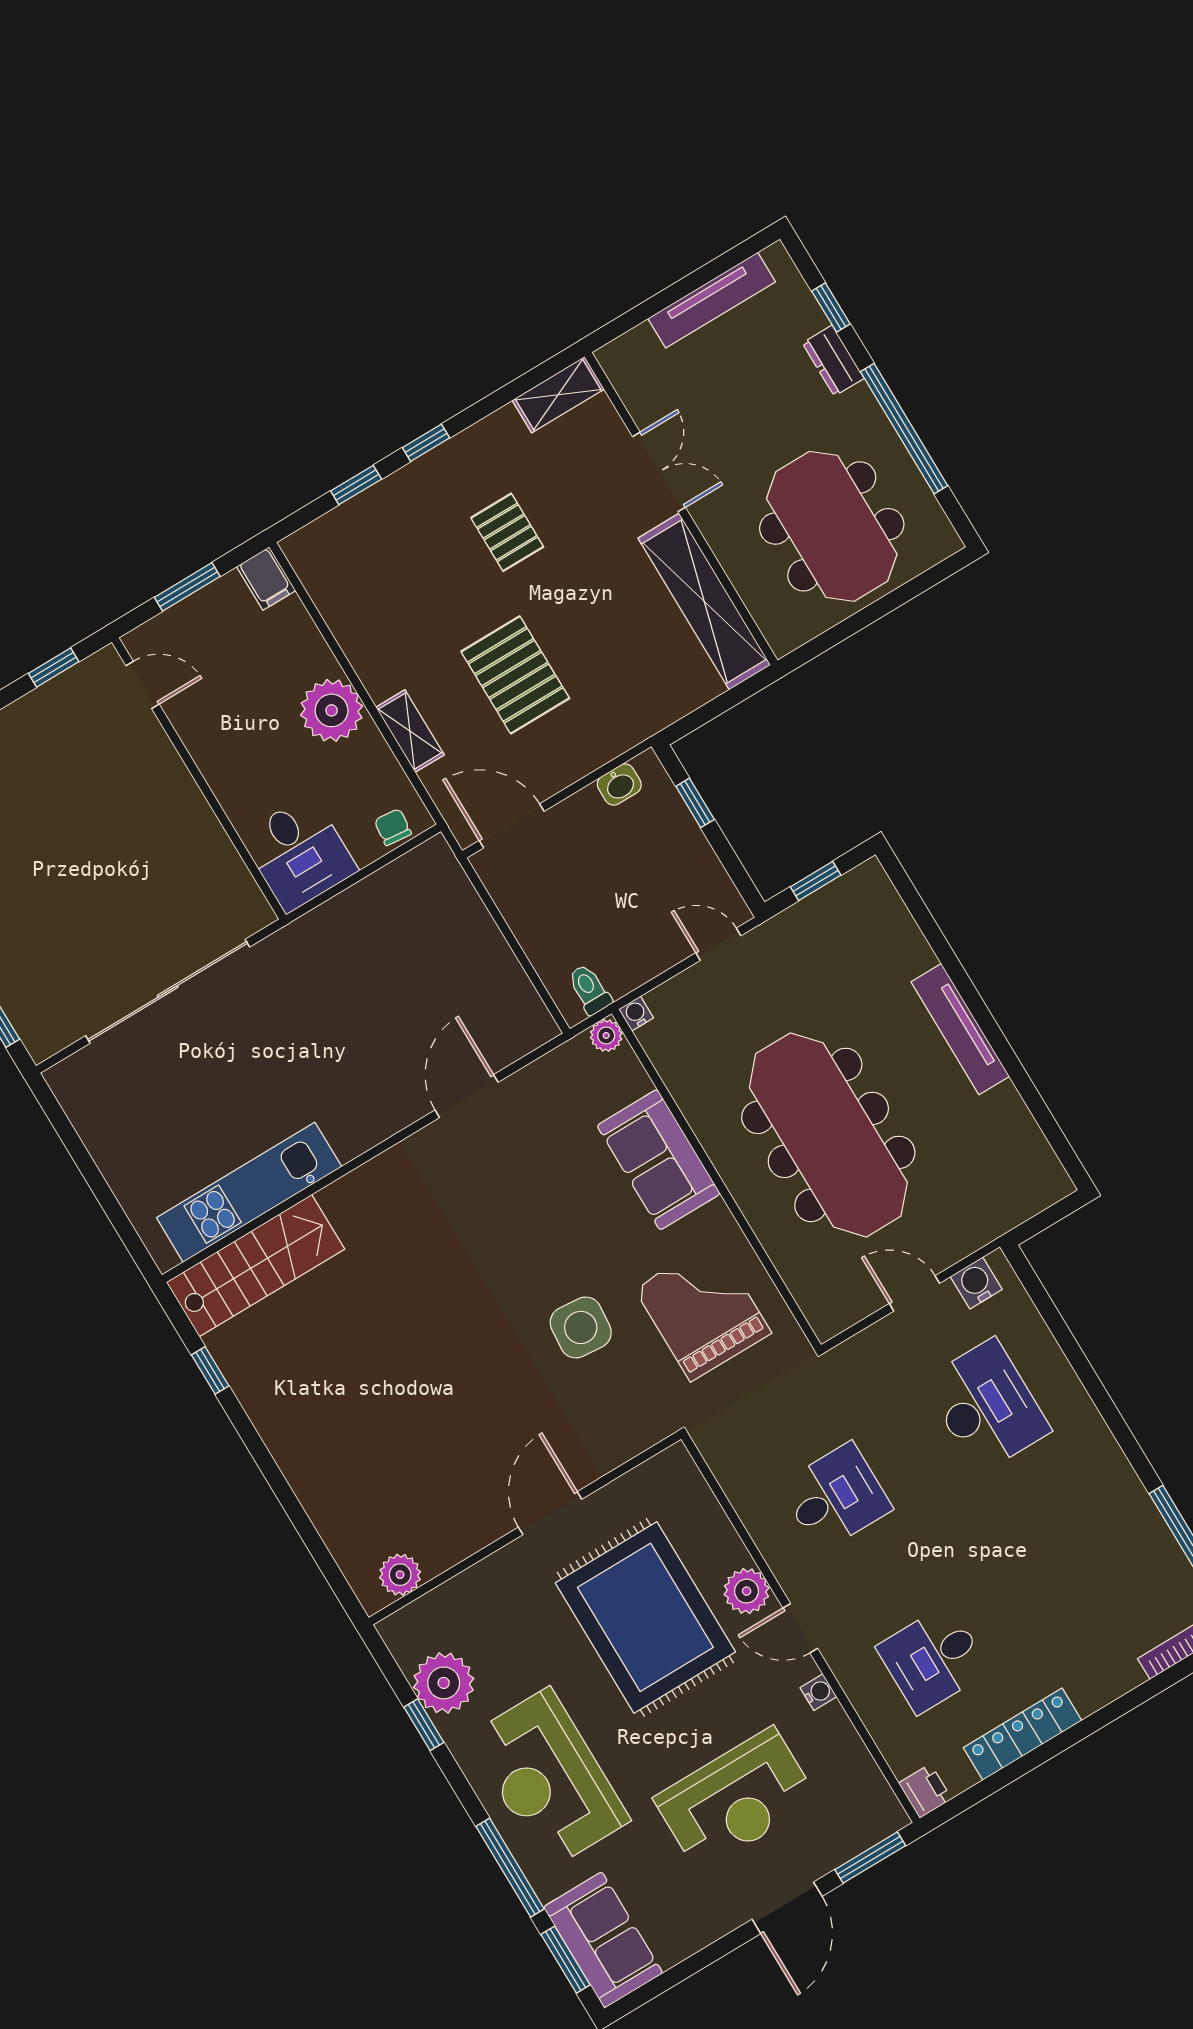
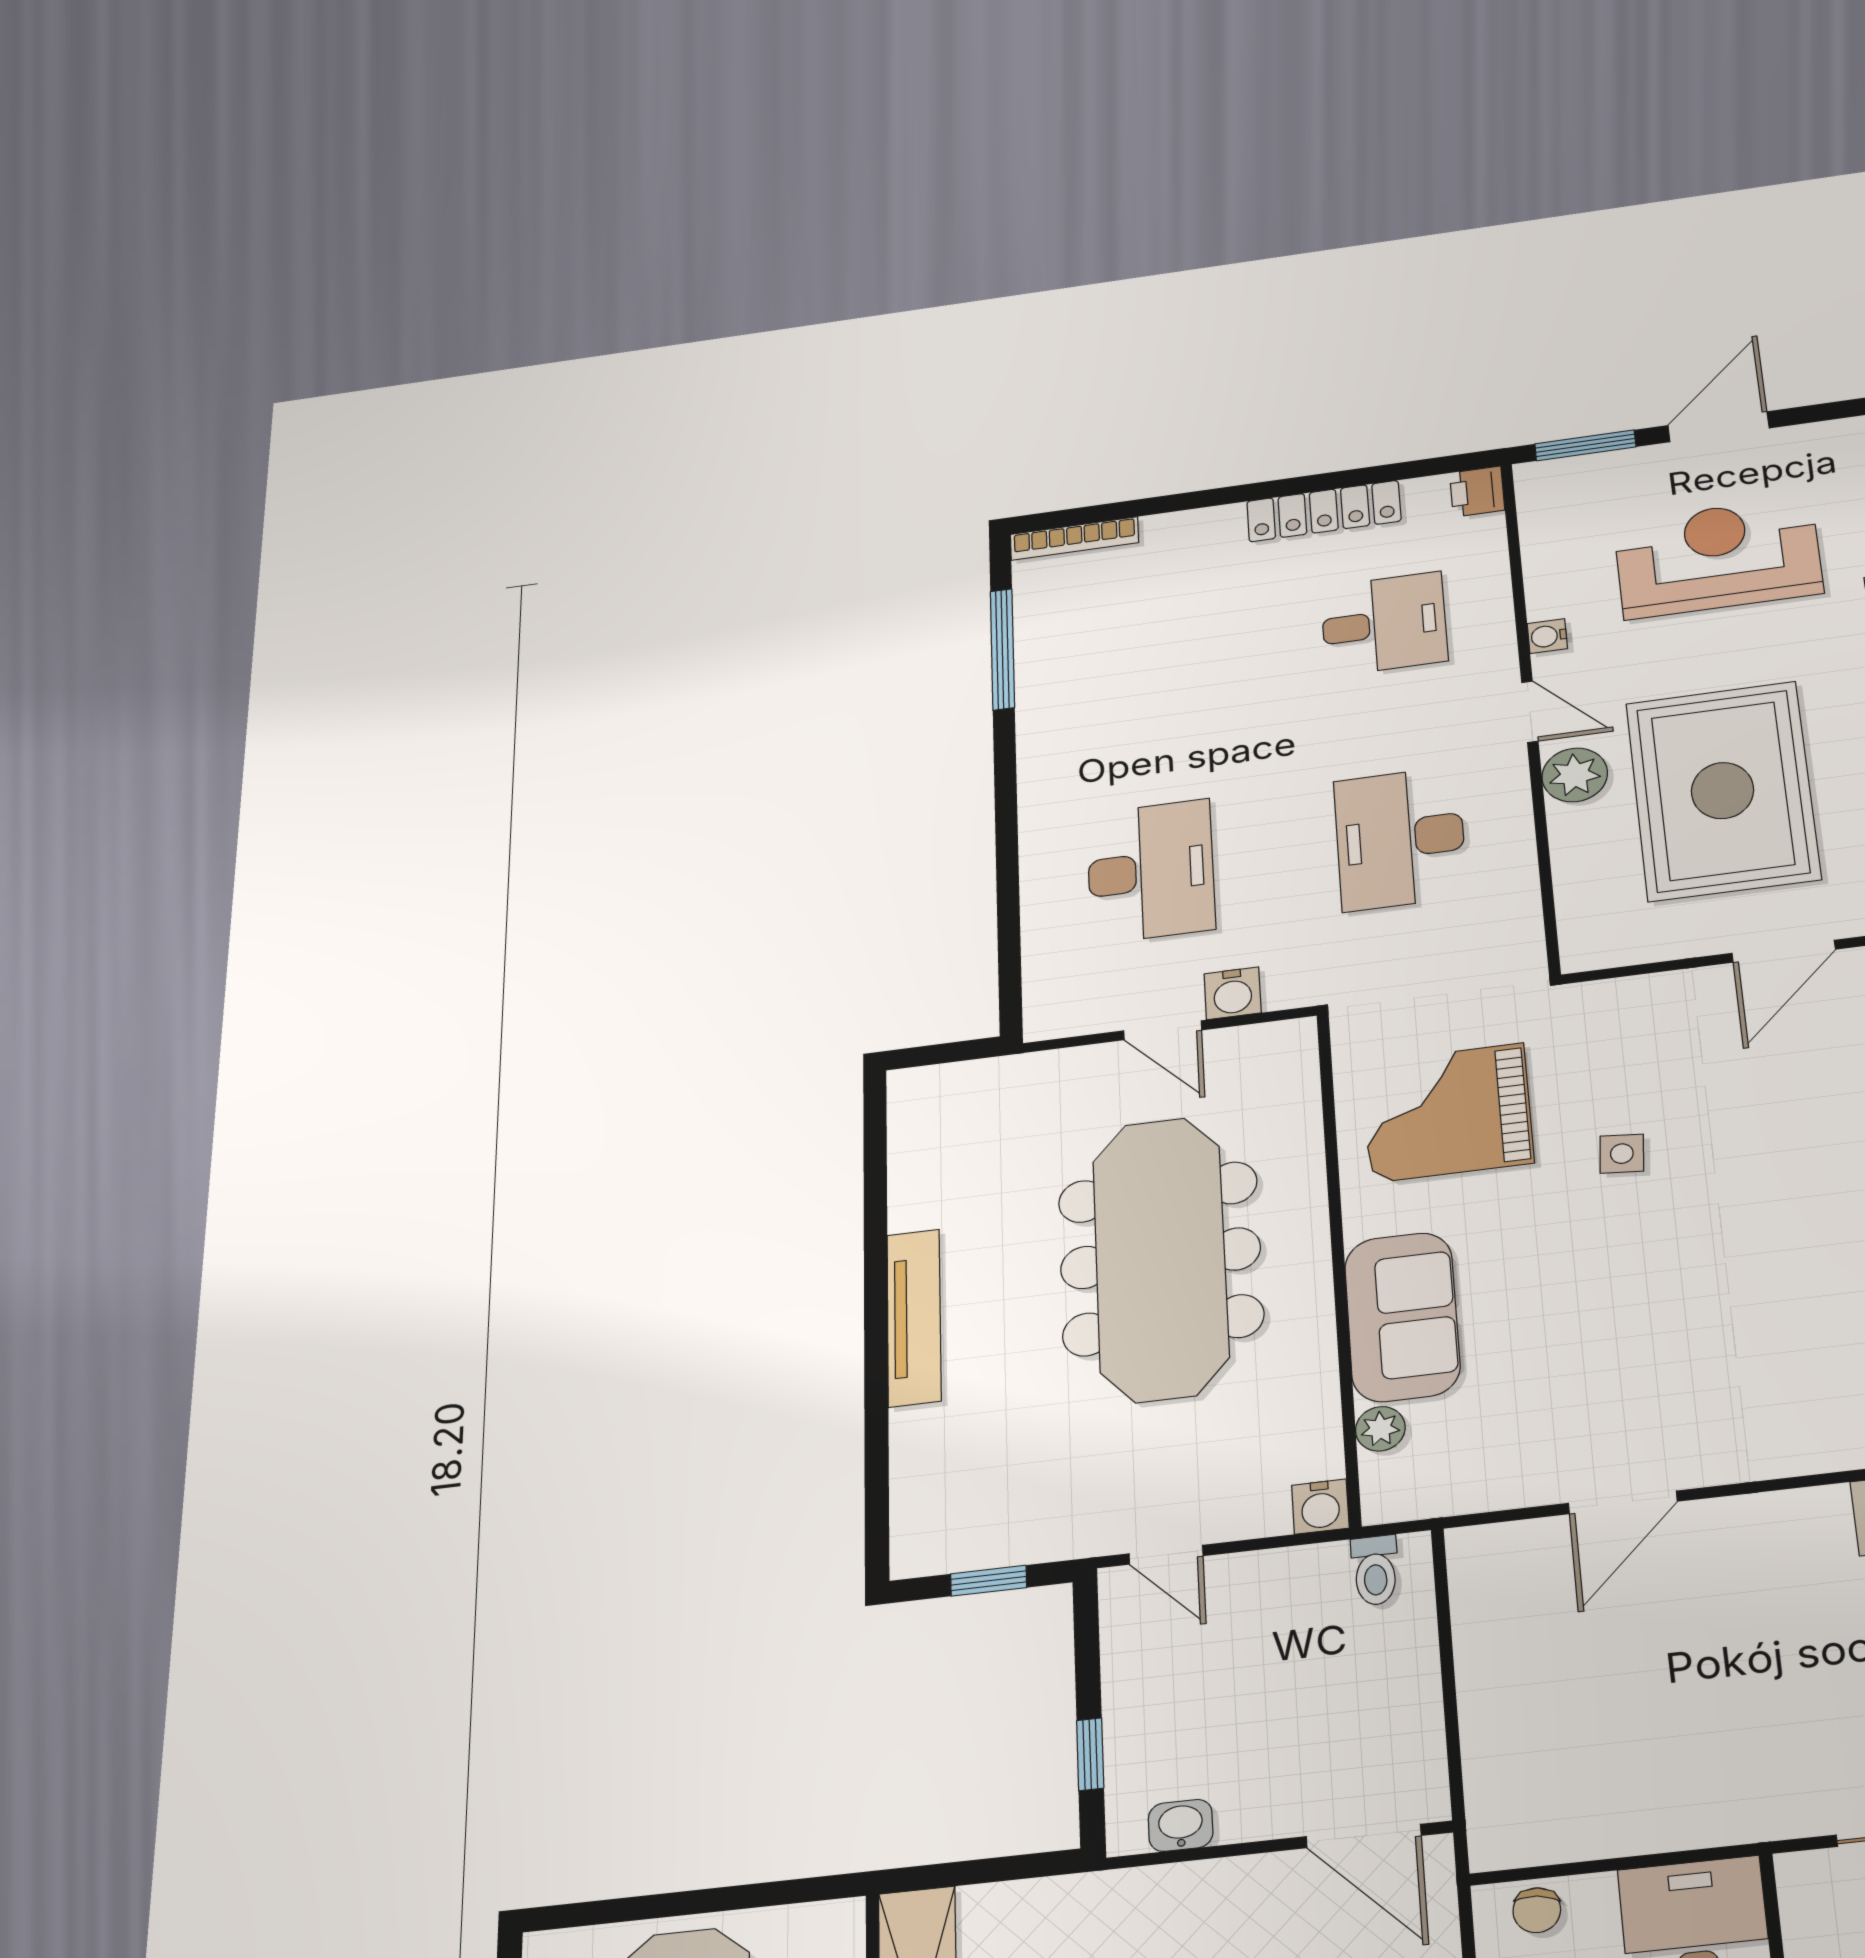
water cooler: (636, 1014) -> (1320, 1507), width x1.38, depth x1.38
plant: (606, 1035) -> (1380, 1429), moved
water cooler: (976, 1283) -> (1233, 993), moved
grand piano: (703, 1311) -> (1447, 1113), turned 90
side table: (581, 1327) -> (1622, 1154), width x0.54, depth x0.54
desk: (987, 1406) -> (1151, 871), turned 180
desk: (836, 1497) -> (1400, 839), width x1.37

